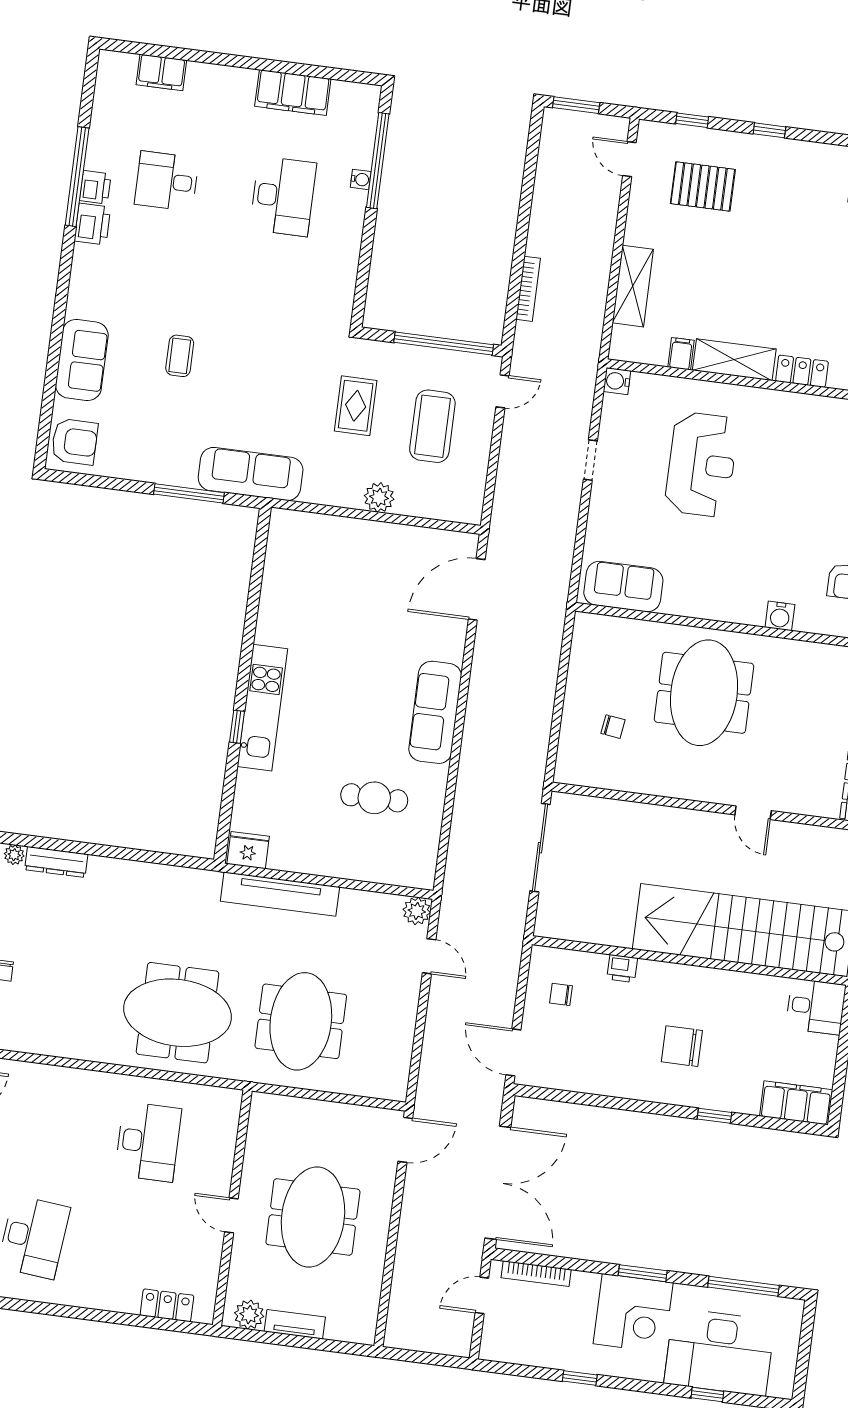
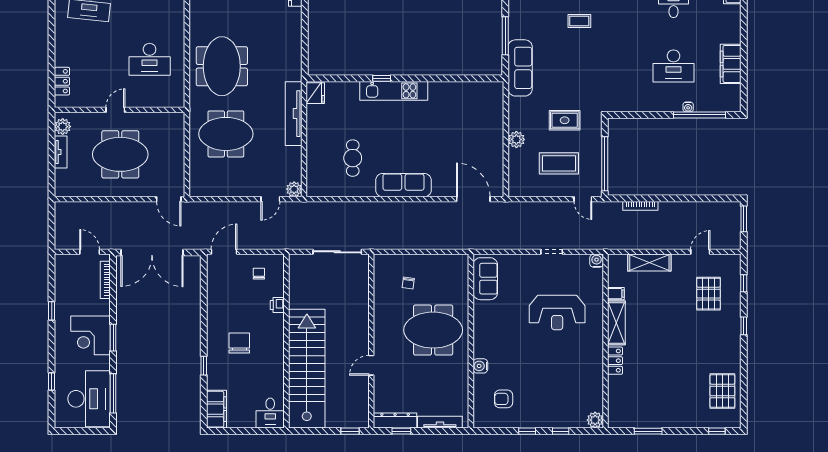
door: (629, 159) -> (700, 252), moved
desk: (720, 1352) -> (89, 399), moved, turned 180

